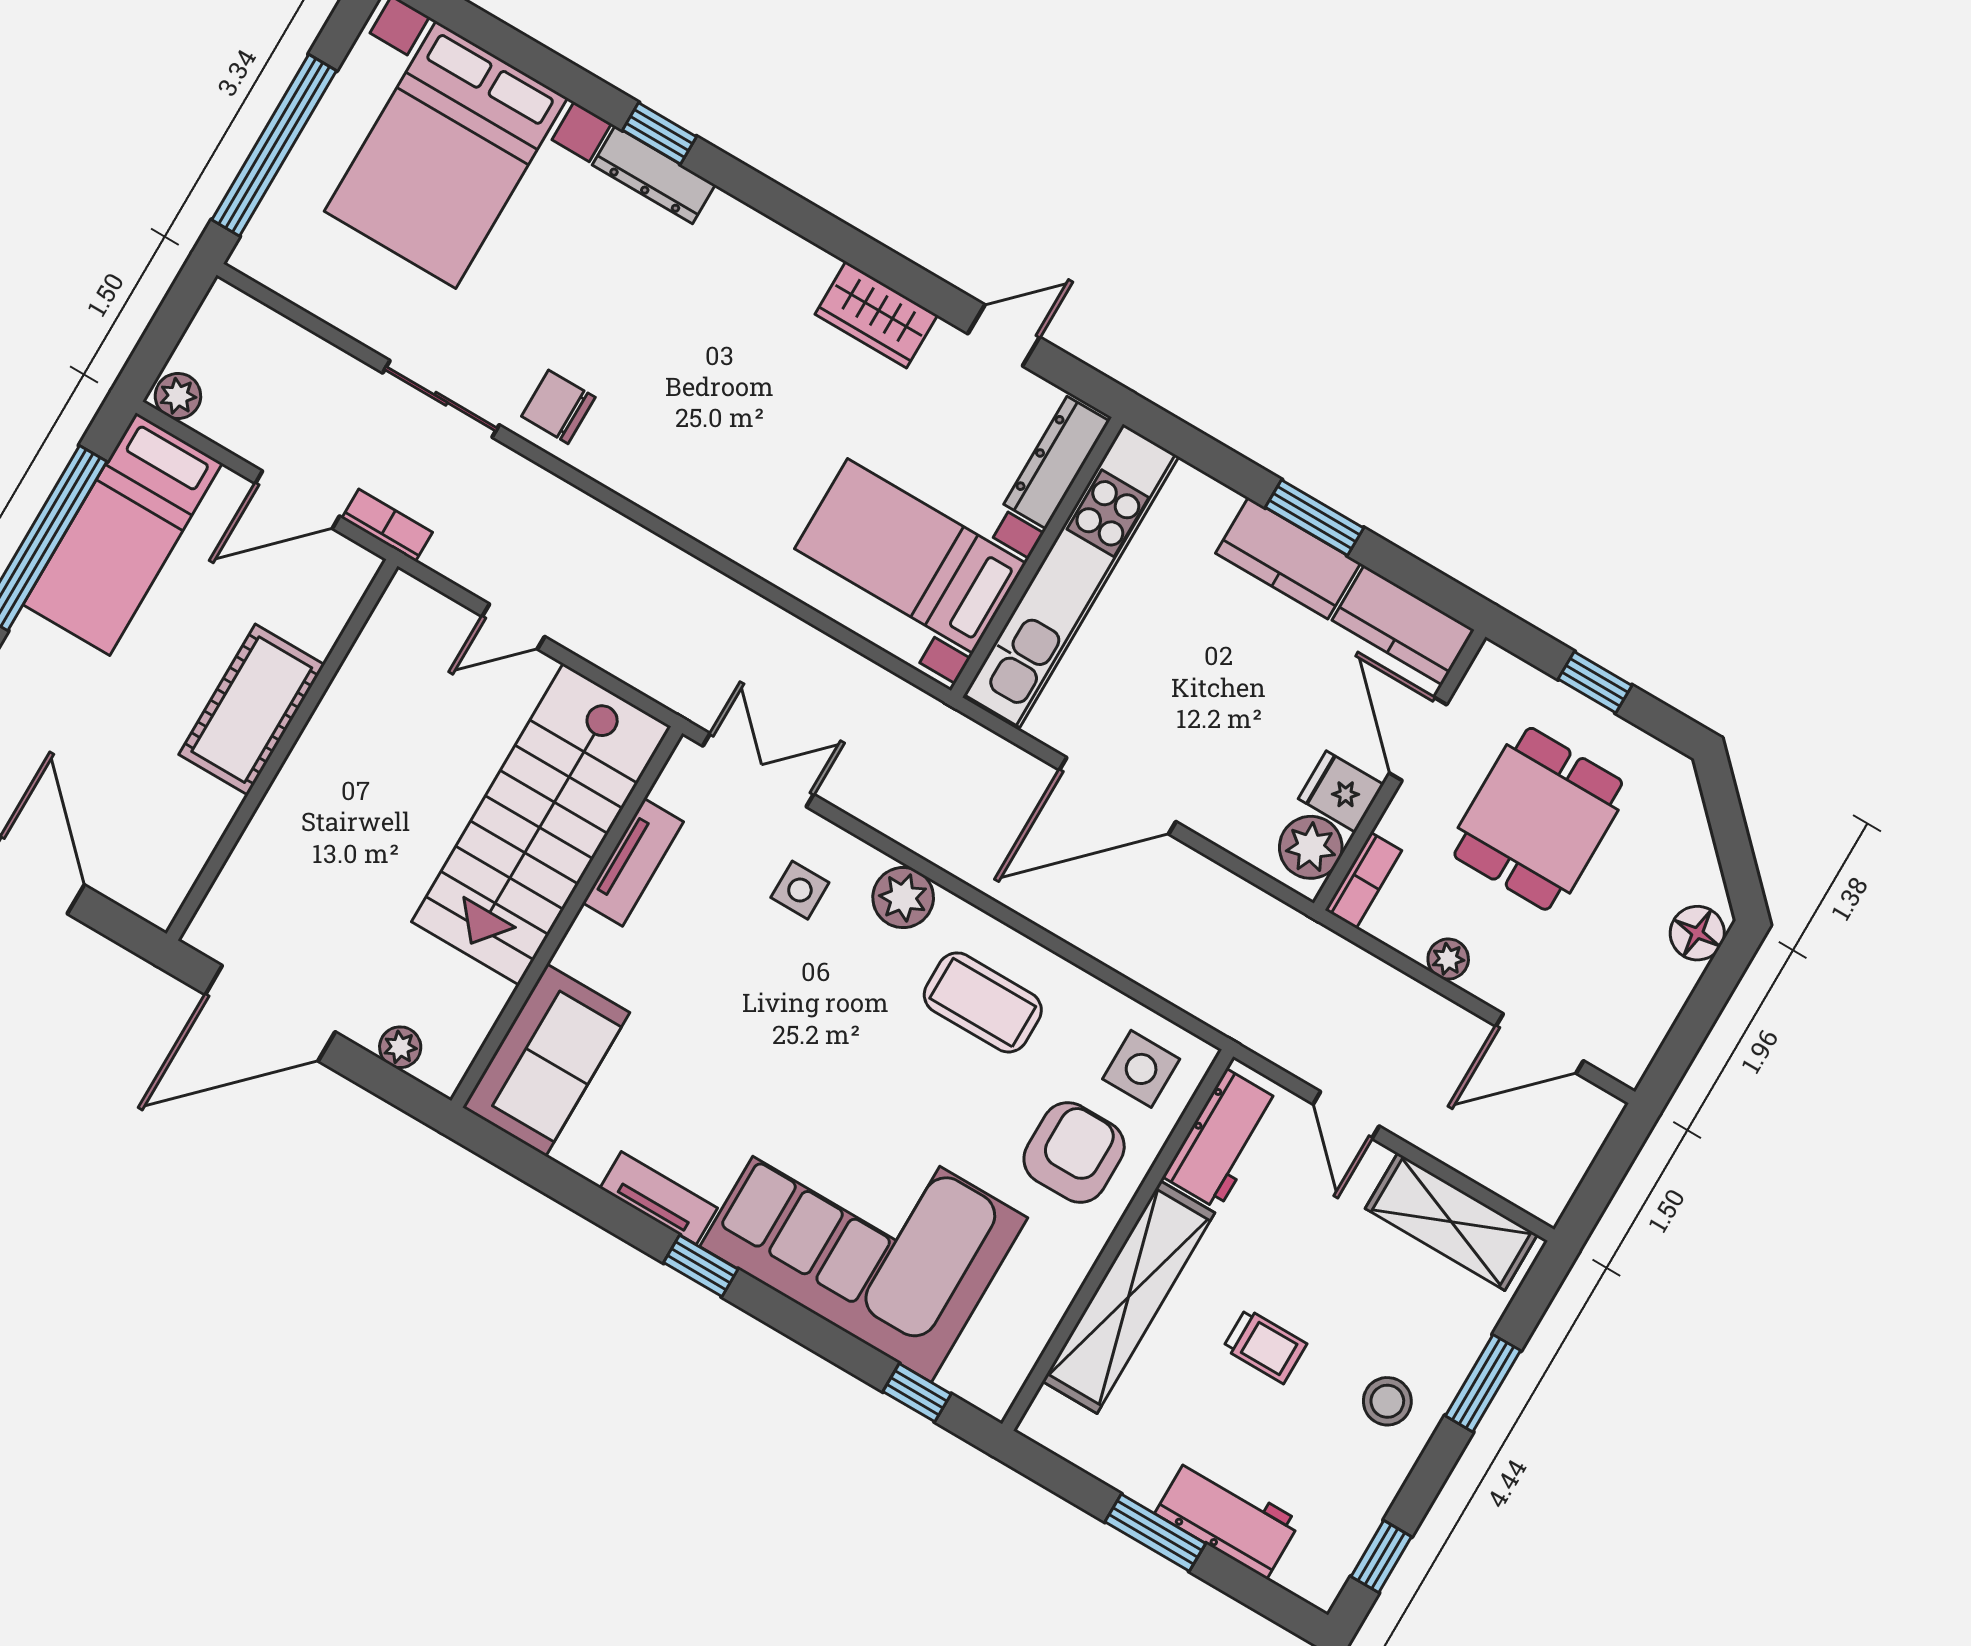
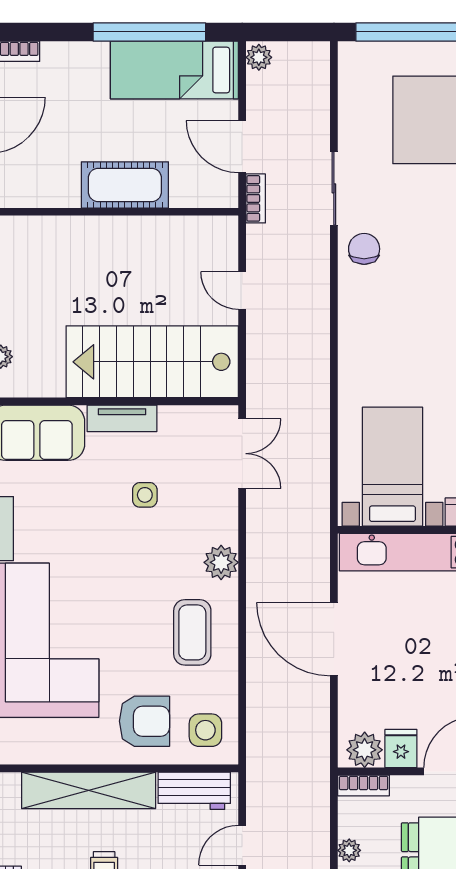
tv unit: (633, 862) -> (122, 418), moved
side table: (800, 890) -> (145, 495), moved

